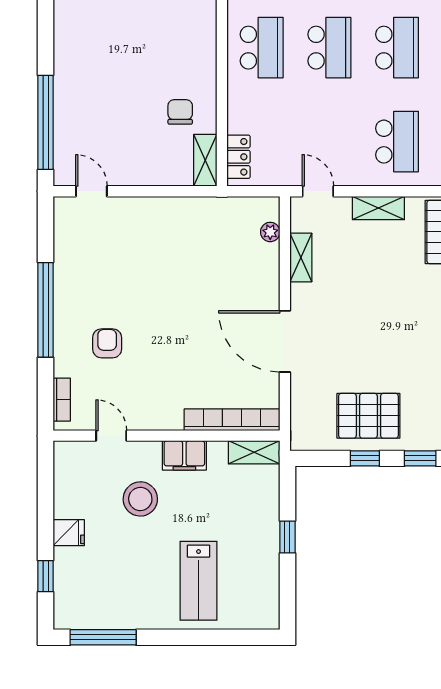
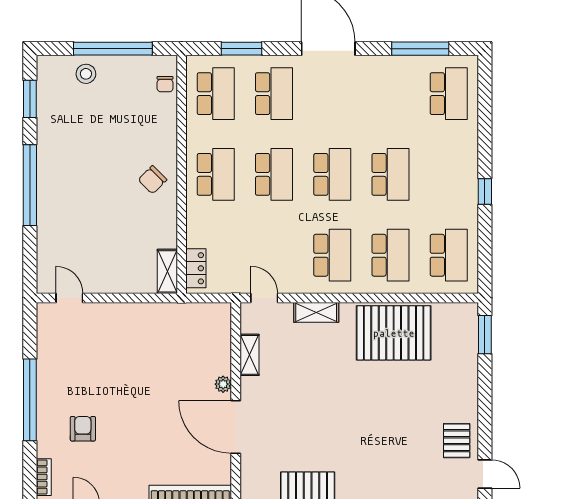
chair: (180, 112) -> (152, 180), moved, turned -135
window: (46, 122) -> (30, 185), moved
plant: (270, 232) -> (223, 384), moved

